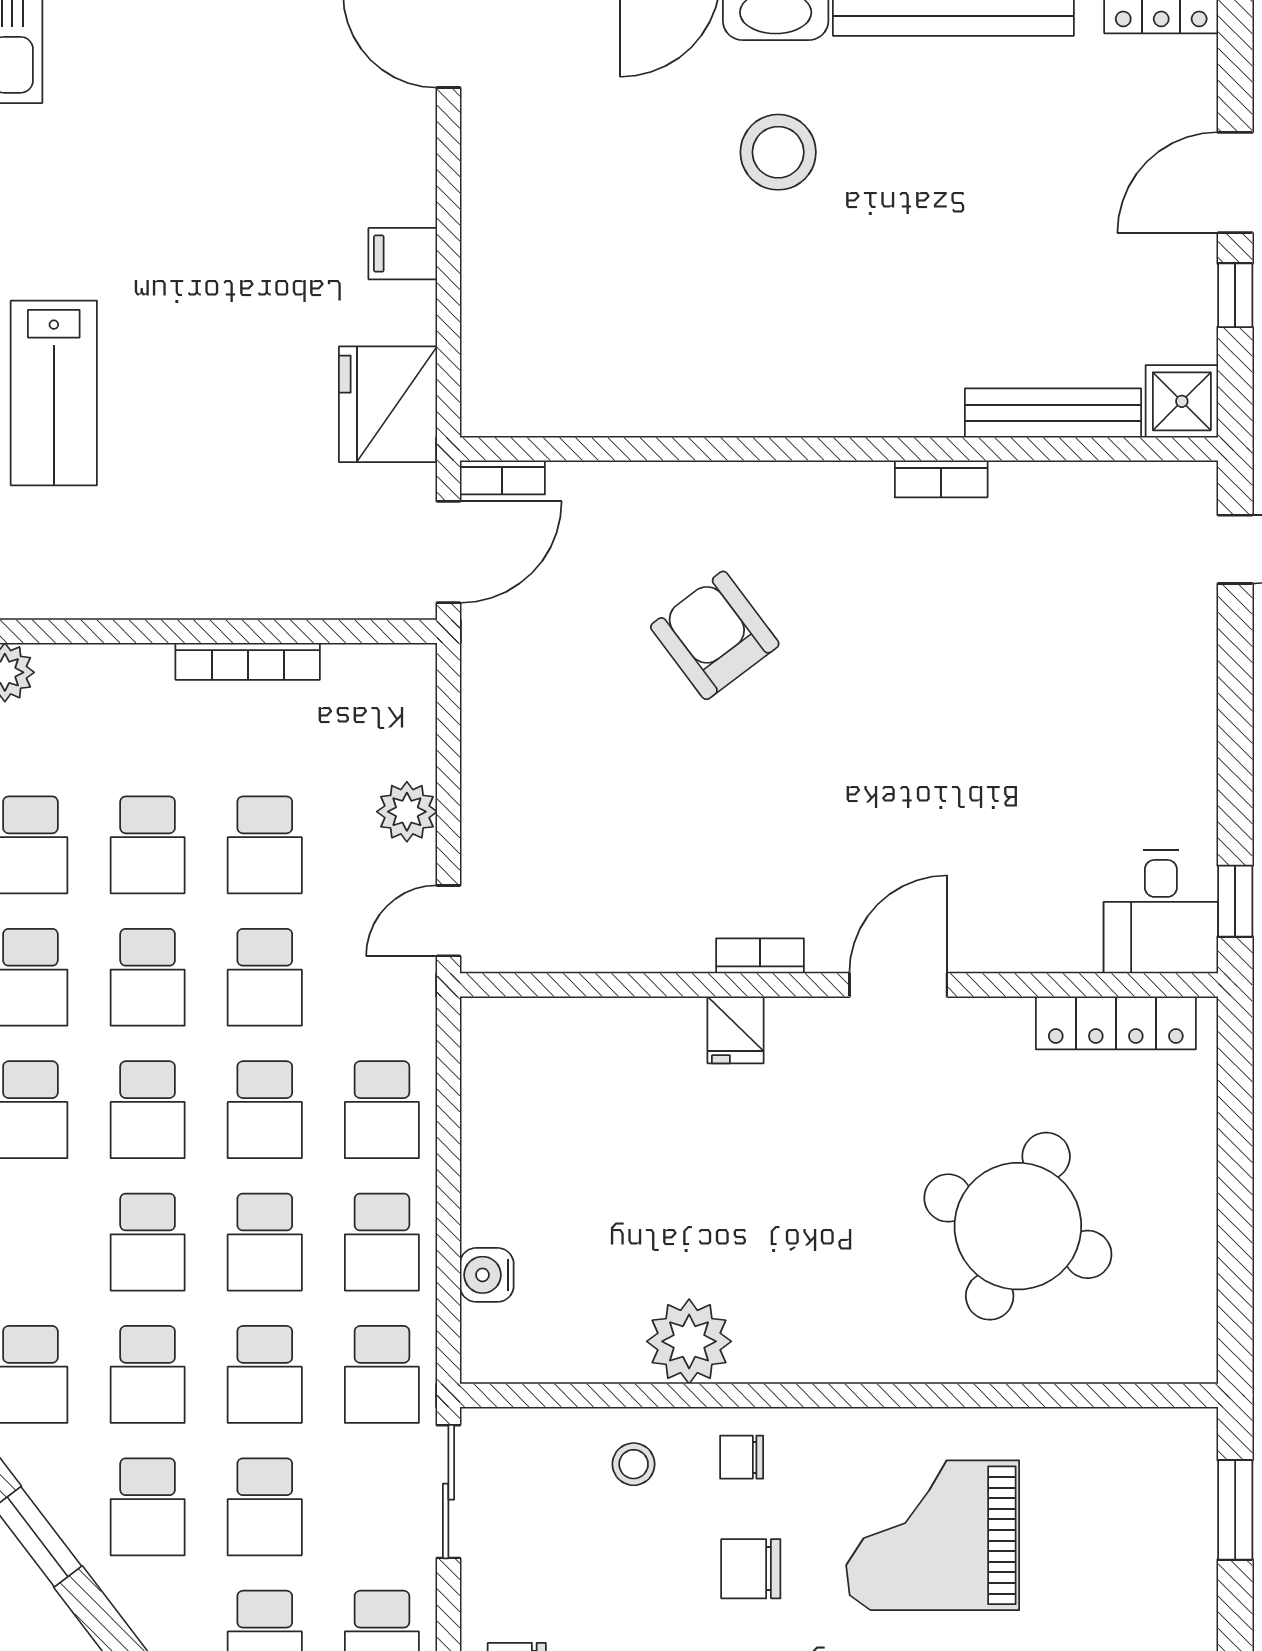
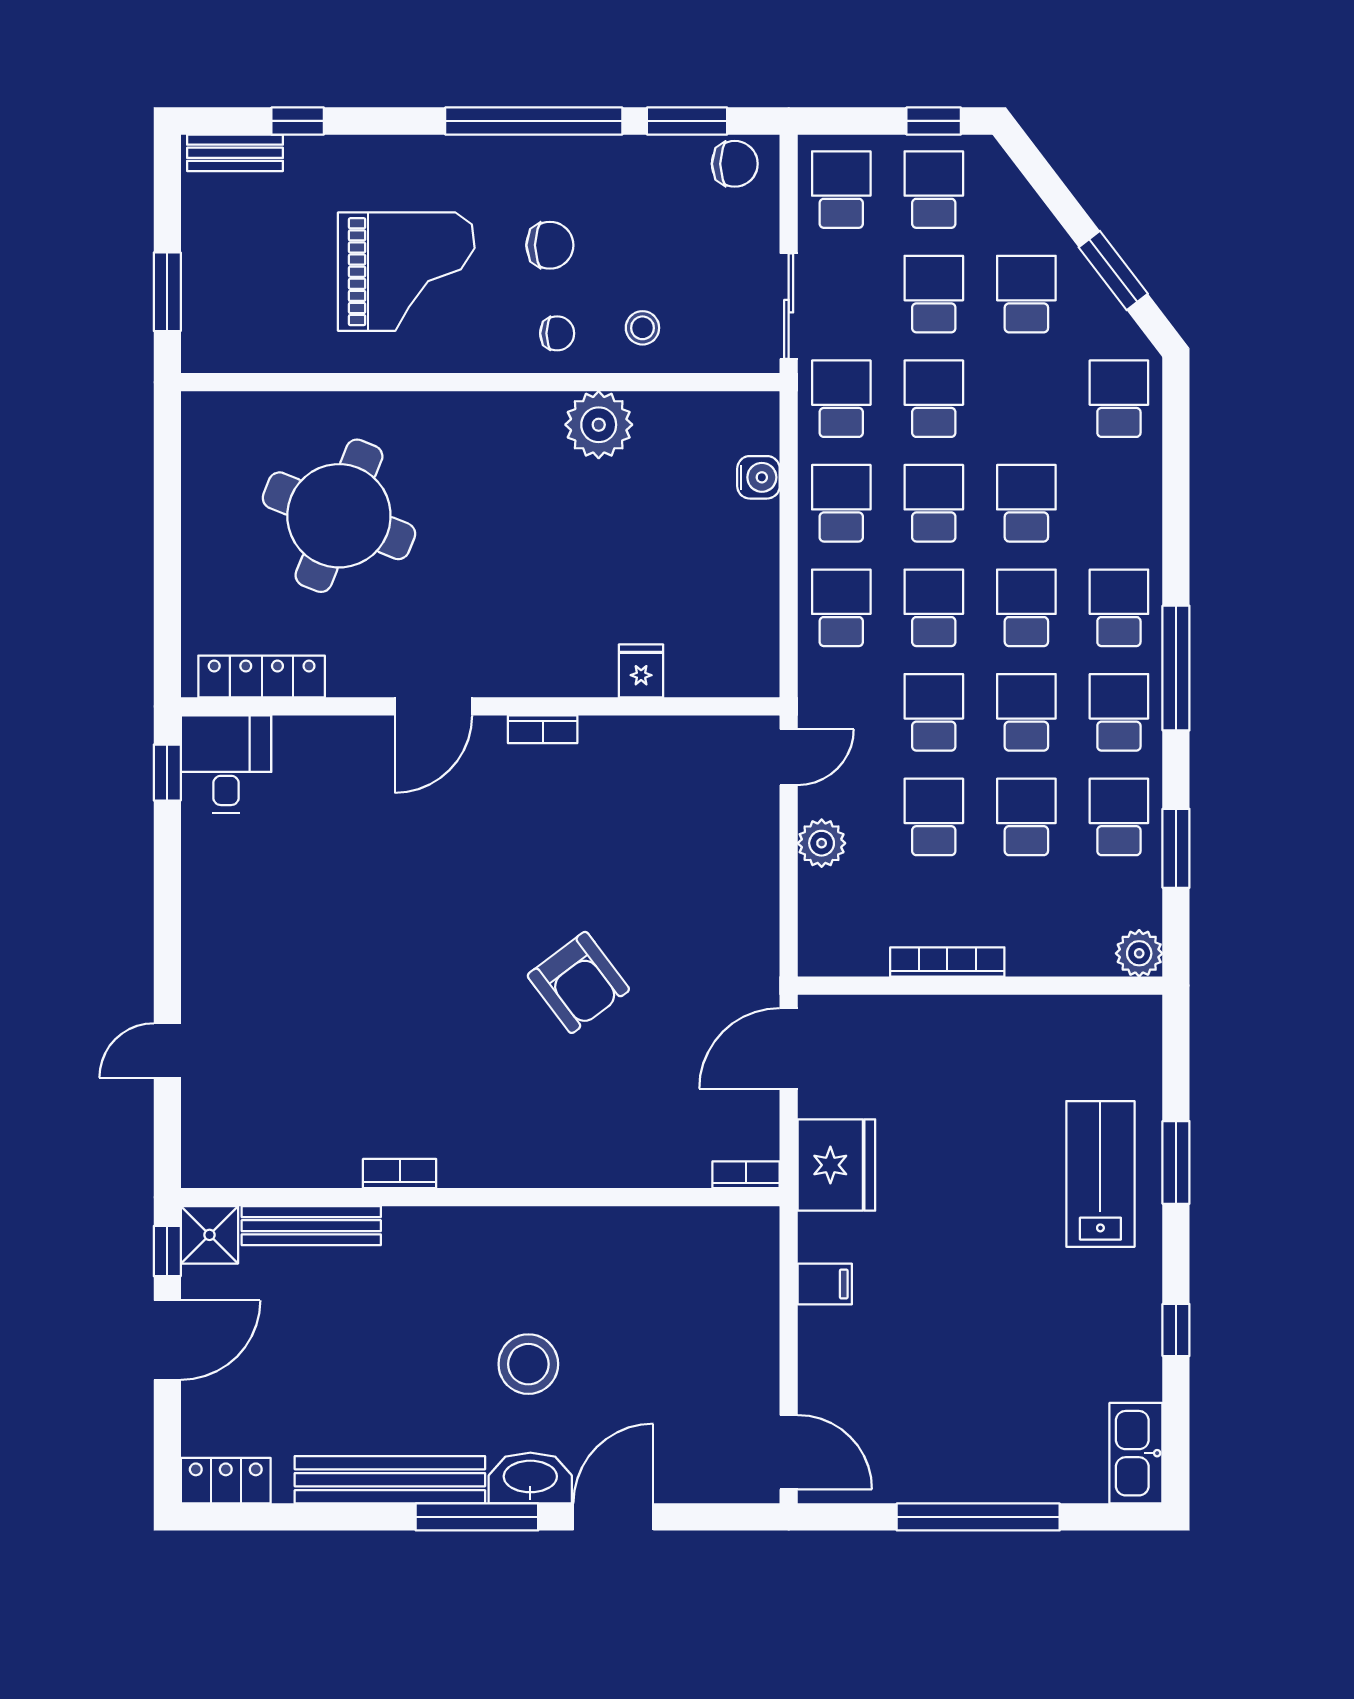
shower: (1182, 401) -> (209, 1235), moved
bench: (1053, 413) -> (311, 1226), moved
wall: (839, 449) -> (480, 1197), moved
bookcase: (502, 477) -> (746, 1175), moved
bookcase: (941, 479) -> (400, 1174), moved
fridge: (736, 1030) -> (641, 671), moved
school desk: (148, 1374) -> (1026, 399), removed

